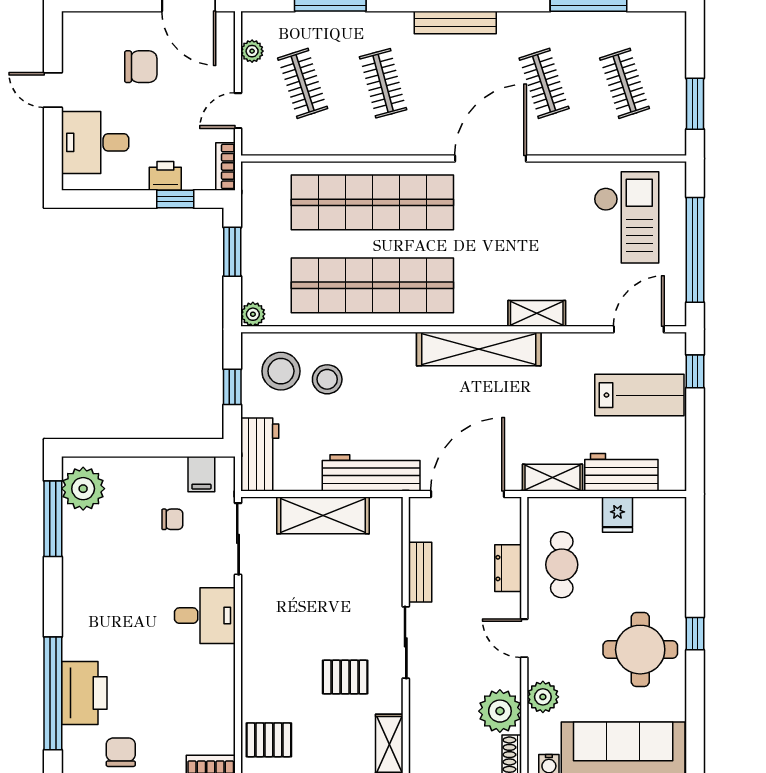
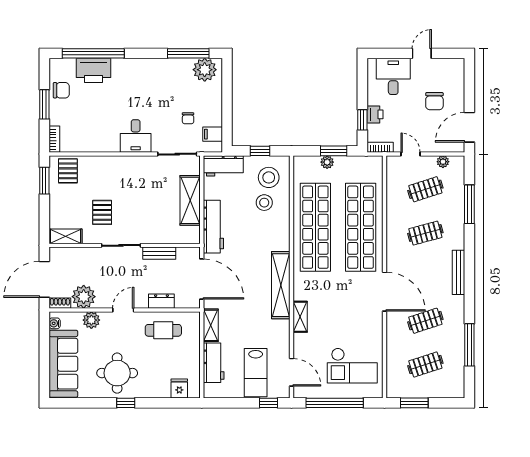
plant: (253, 314) -> (327, 162), moved
fridge: (617, 515) -> (179, 388), moved, turned 90

